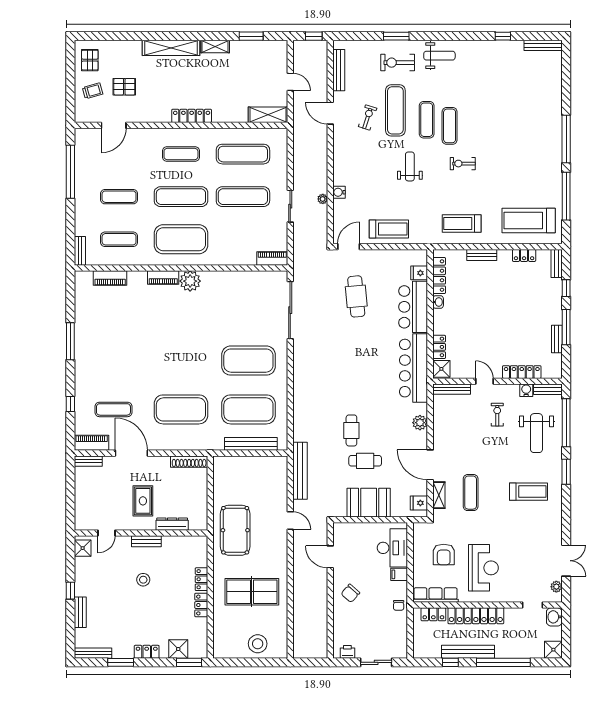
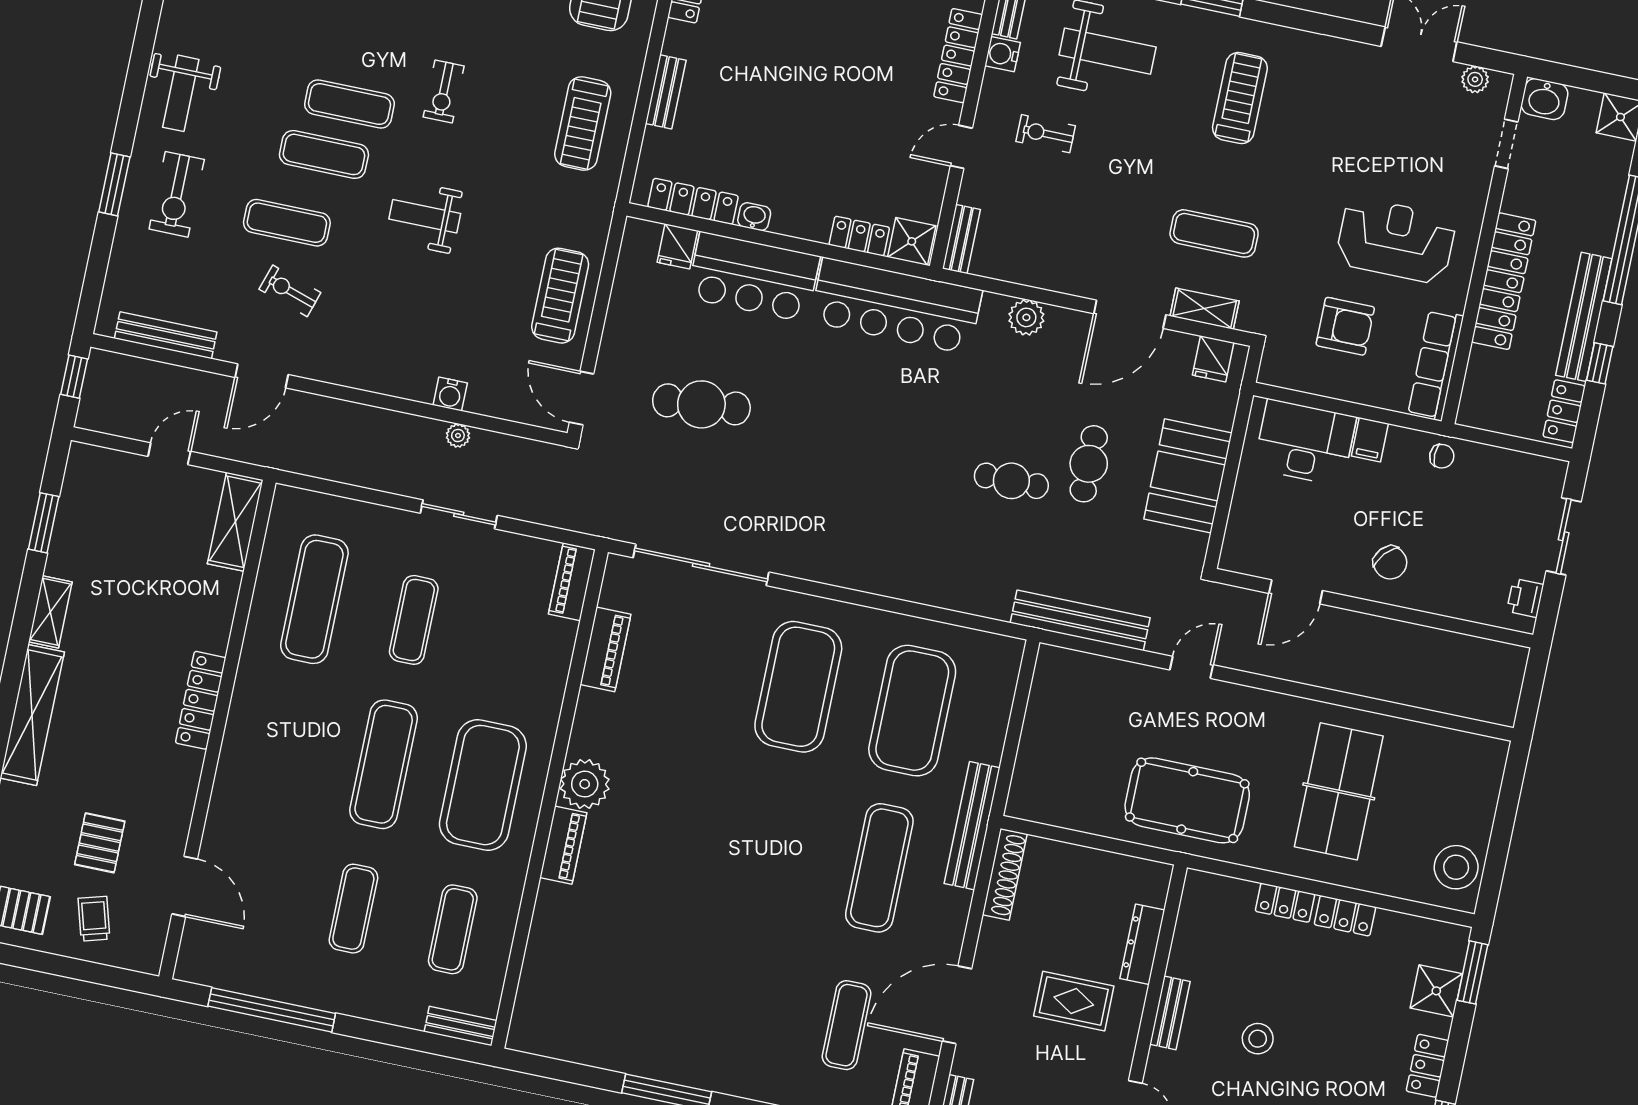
weight bench: (439, 56) -> (181, 93), turned 180
exercise mat: (395, 110) -> (287, 223), width x0.73, depth x0.69
exercise mat: (181, 154) -> (284, 744), removed
exercise mat: (243, 197) -> (414, 620), width x0.73, depth x0.69
piano: (110, 278) -> (606, 649), moved
bench: (452, 389) -> (961, 239), width x0.73
exercise mat: (181, 409) -> (879, 868), width x0.68
bench: (251, 444) -> (972, 826), moved
locker: (433, 614) -> (1564, 411), moved, turned 180
stool: (258, 644) -> (1456, 867), moved

